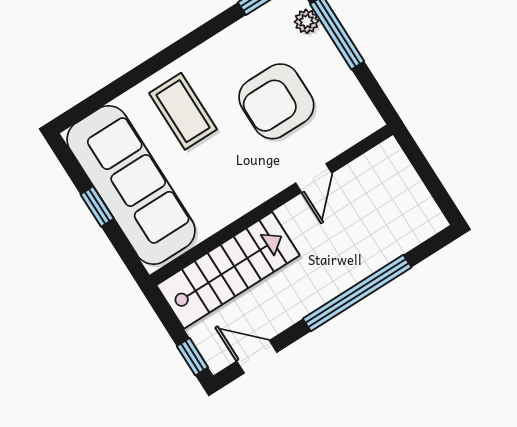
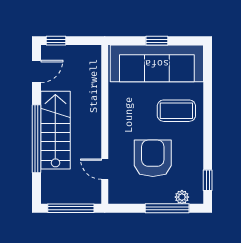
window: (428, 176) -> (71, 208), added
door: (314, 178) -> (105, 169), moved
stairs: (228, 270) -> (55, 130), moved, turned 180

